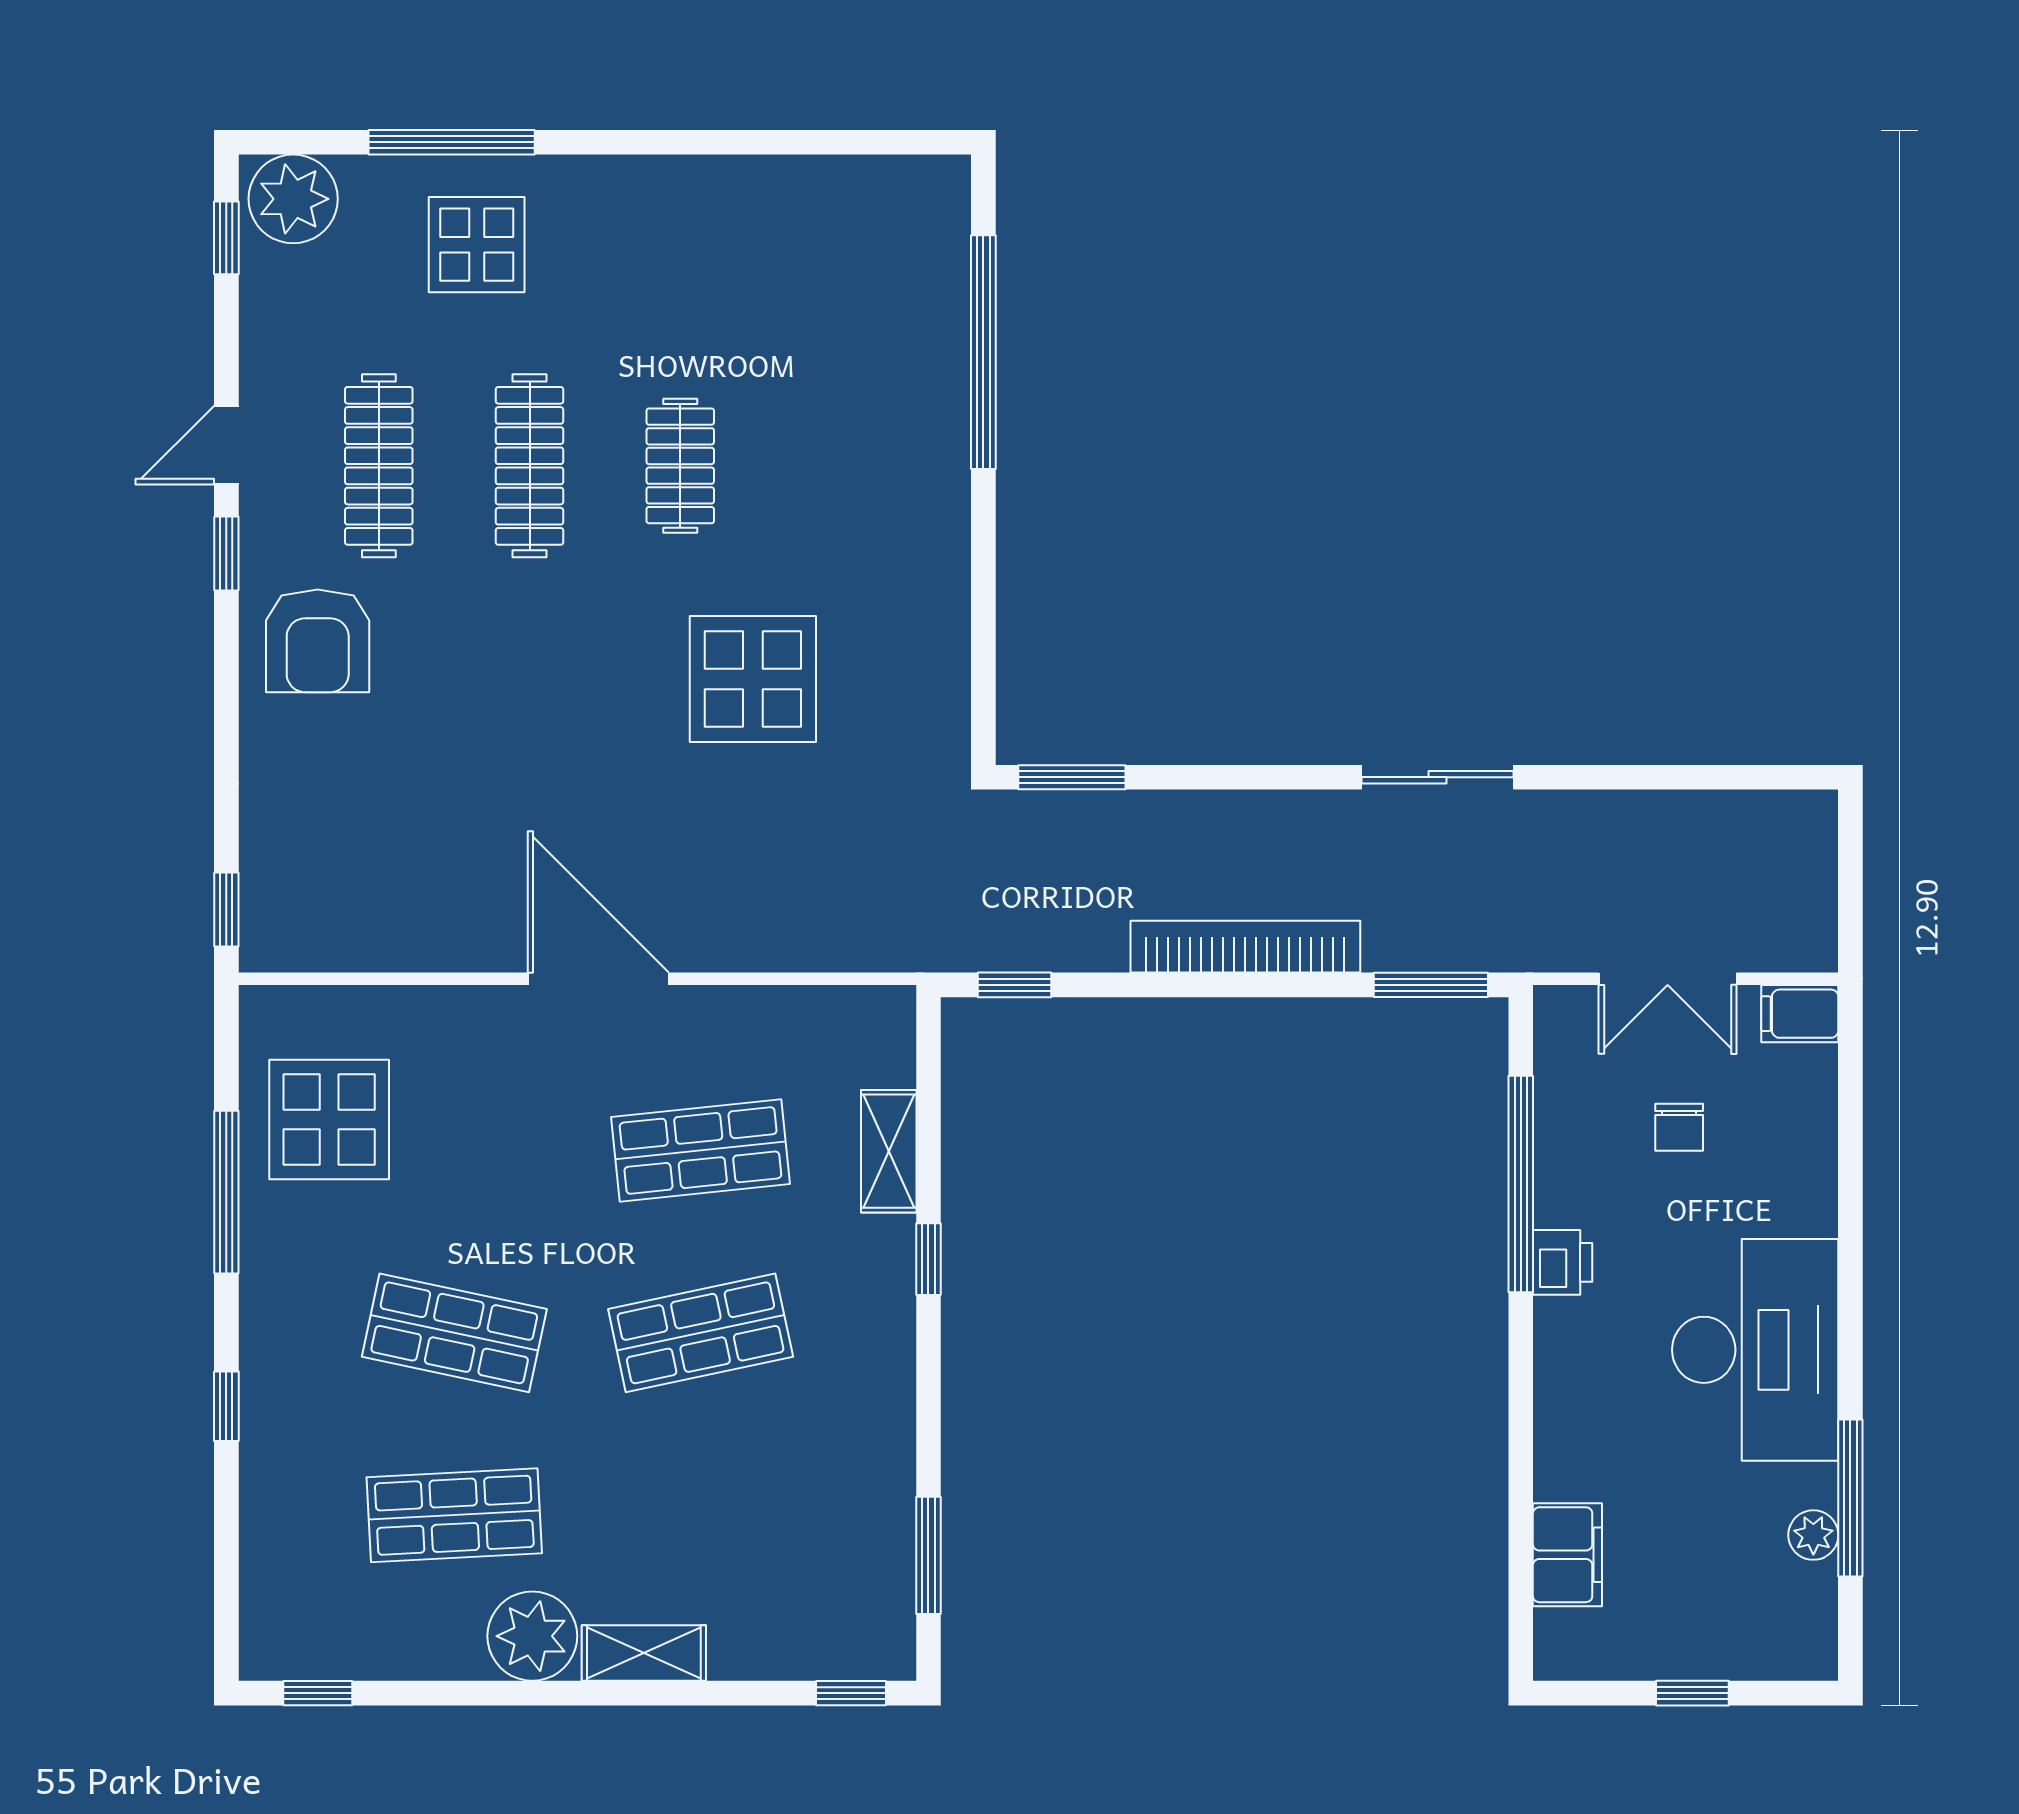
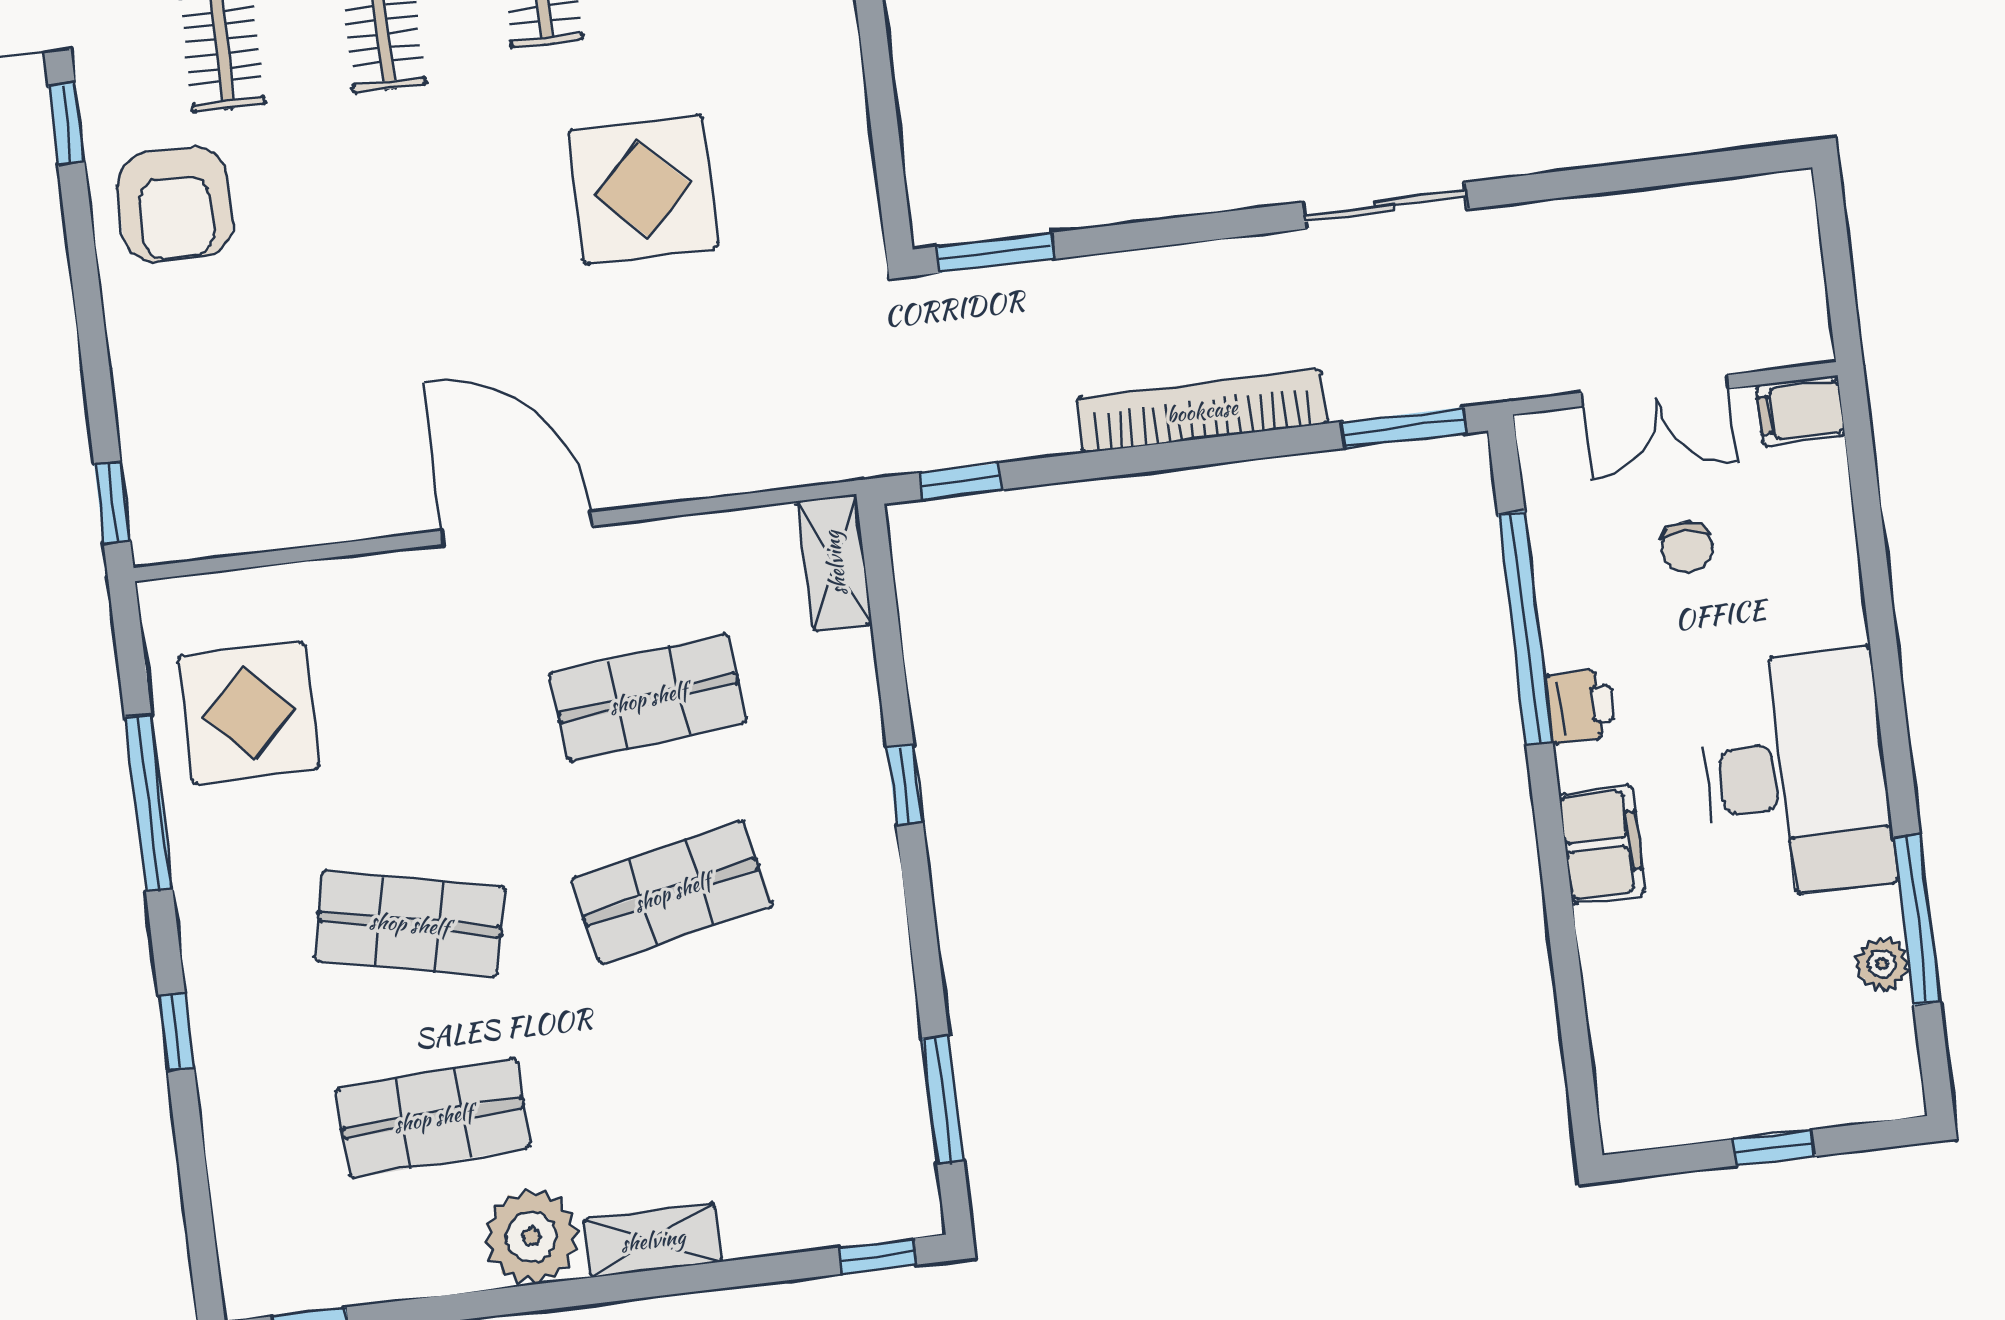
shelving: (889, 1151) -> (835, 563), moved
filing cabinet: (1567, 1555) -> (1602, 844), moved

